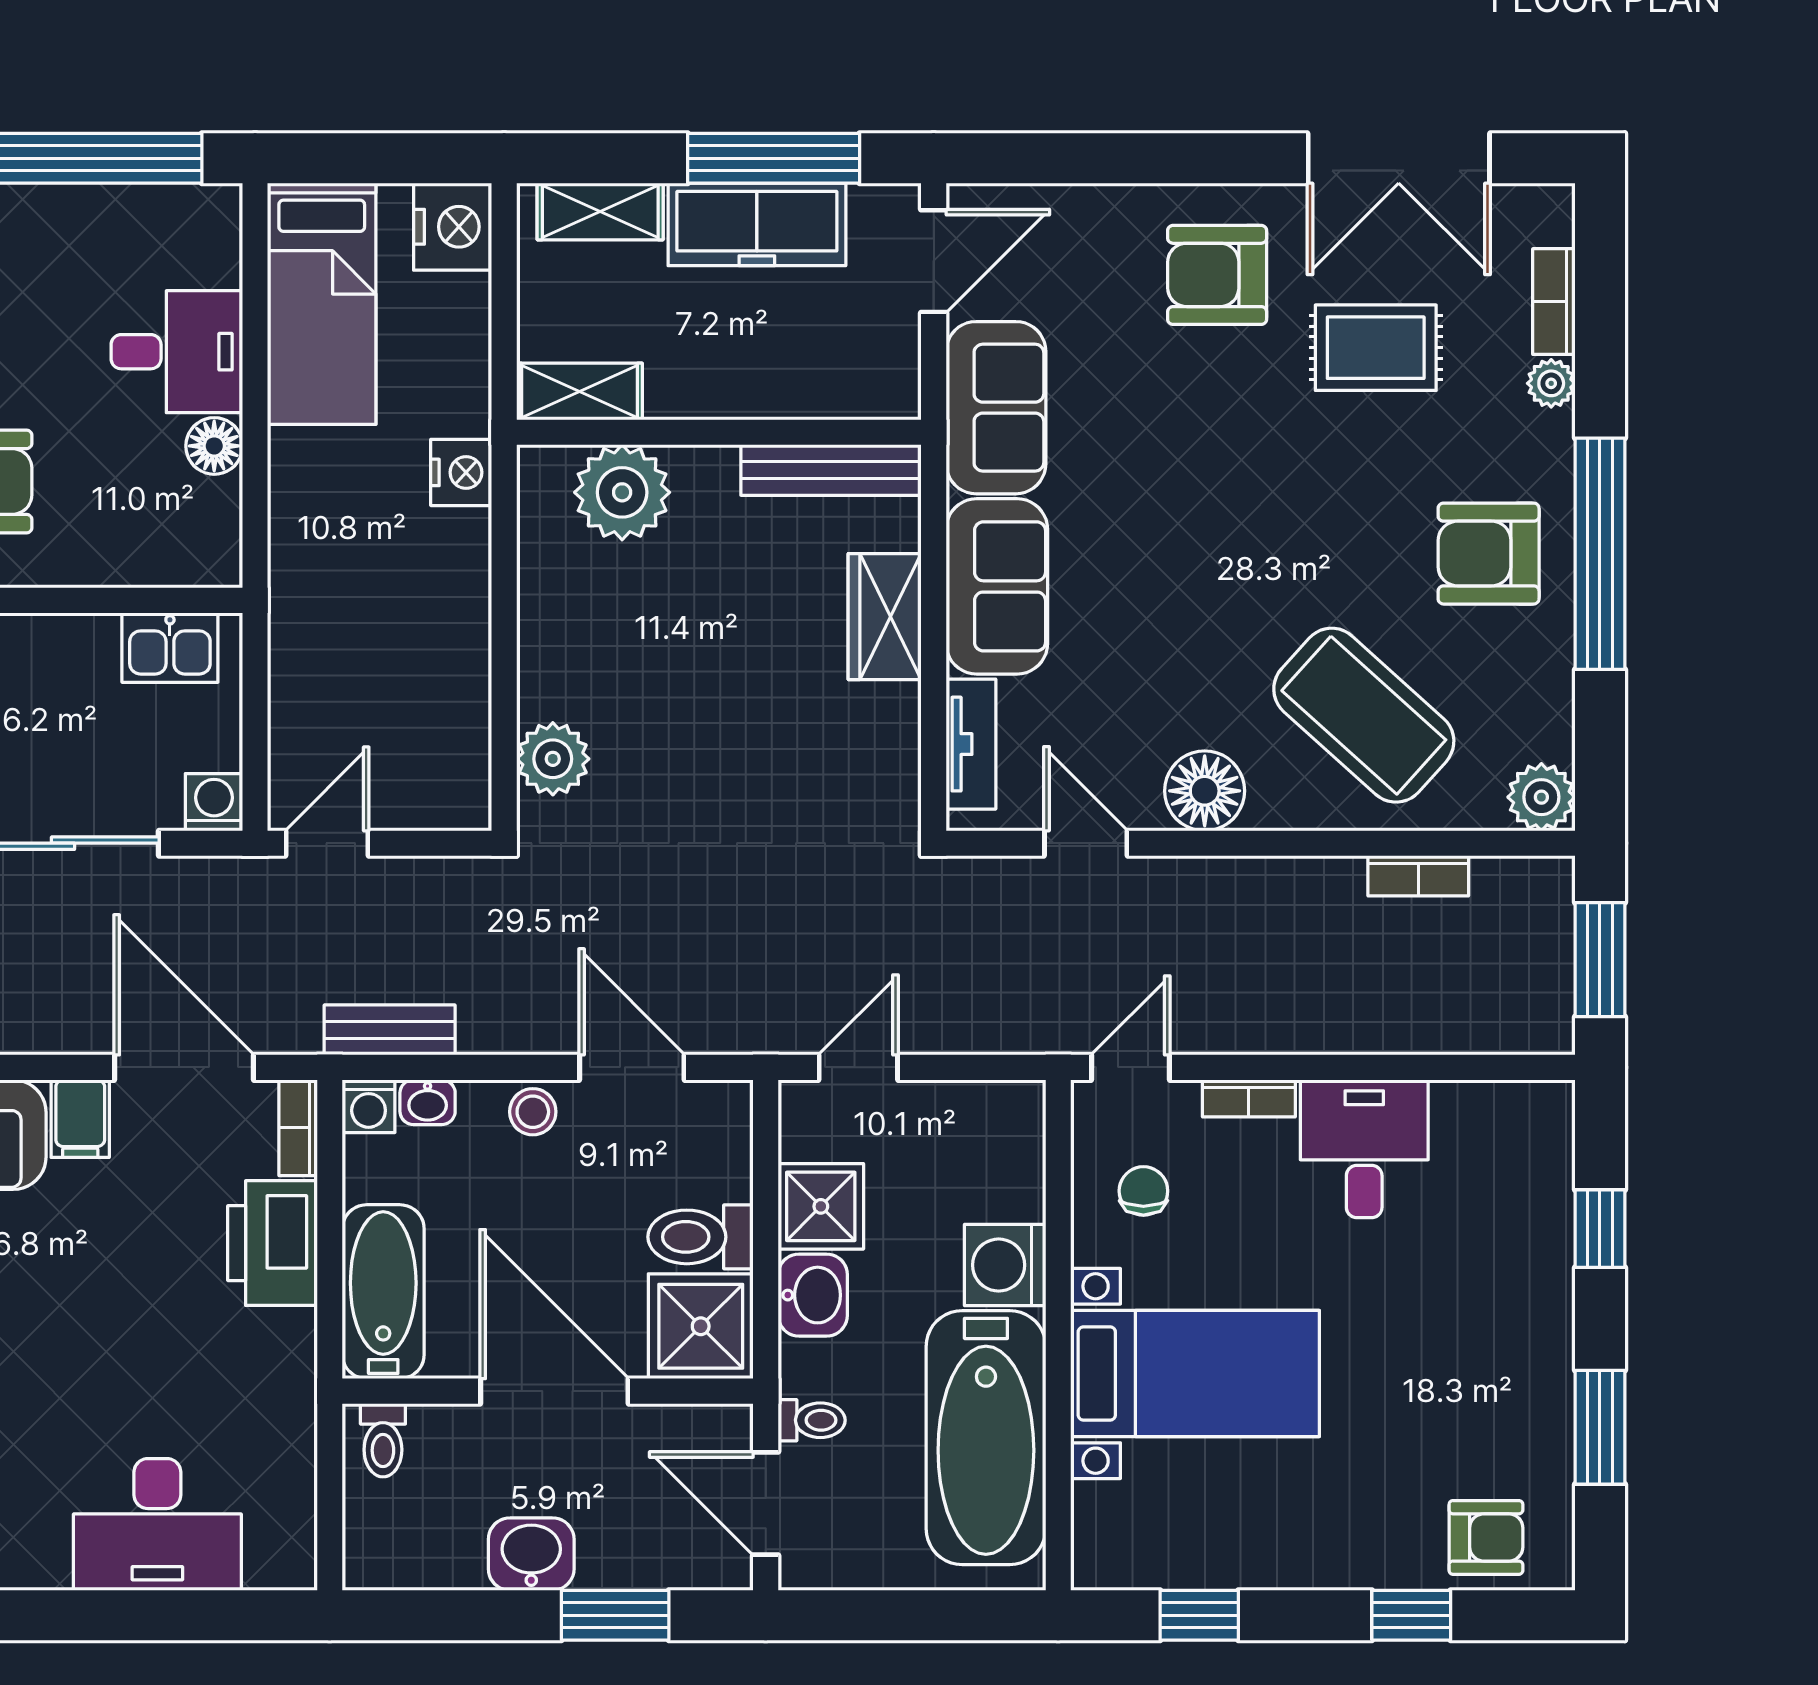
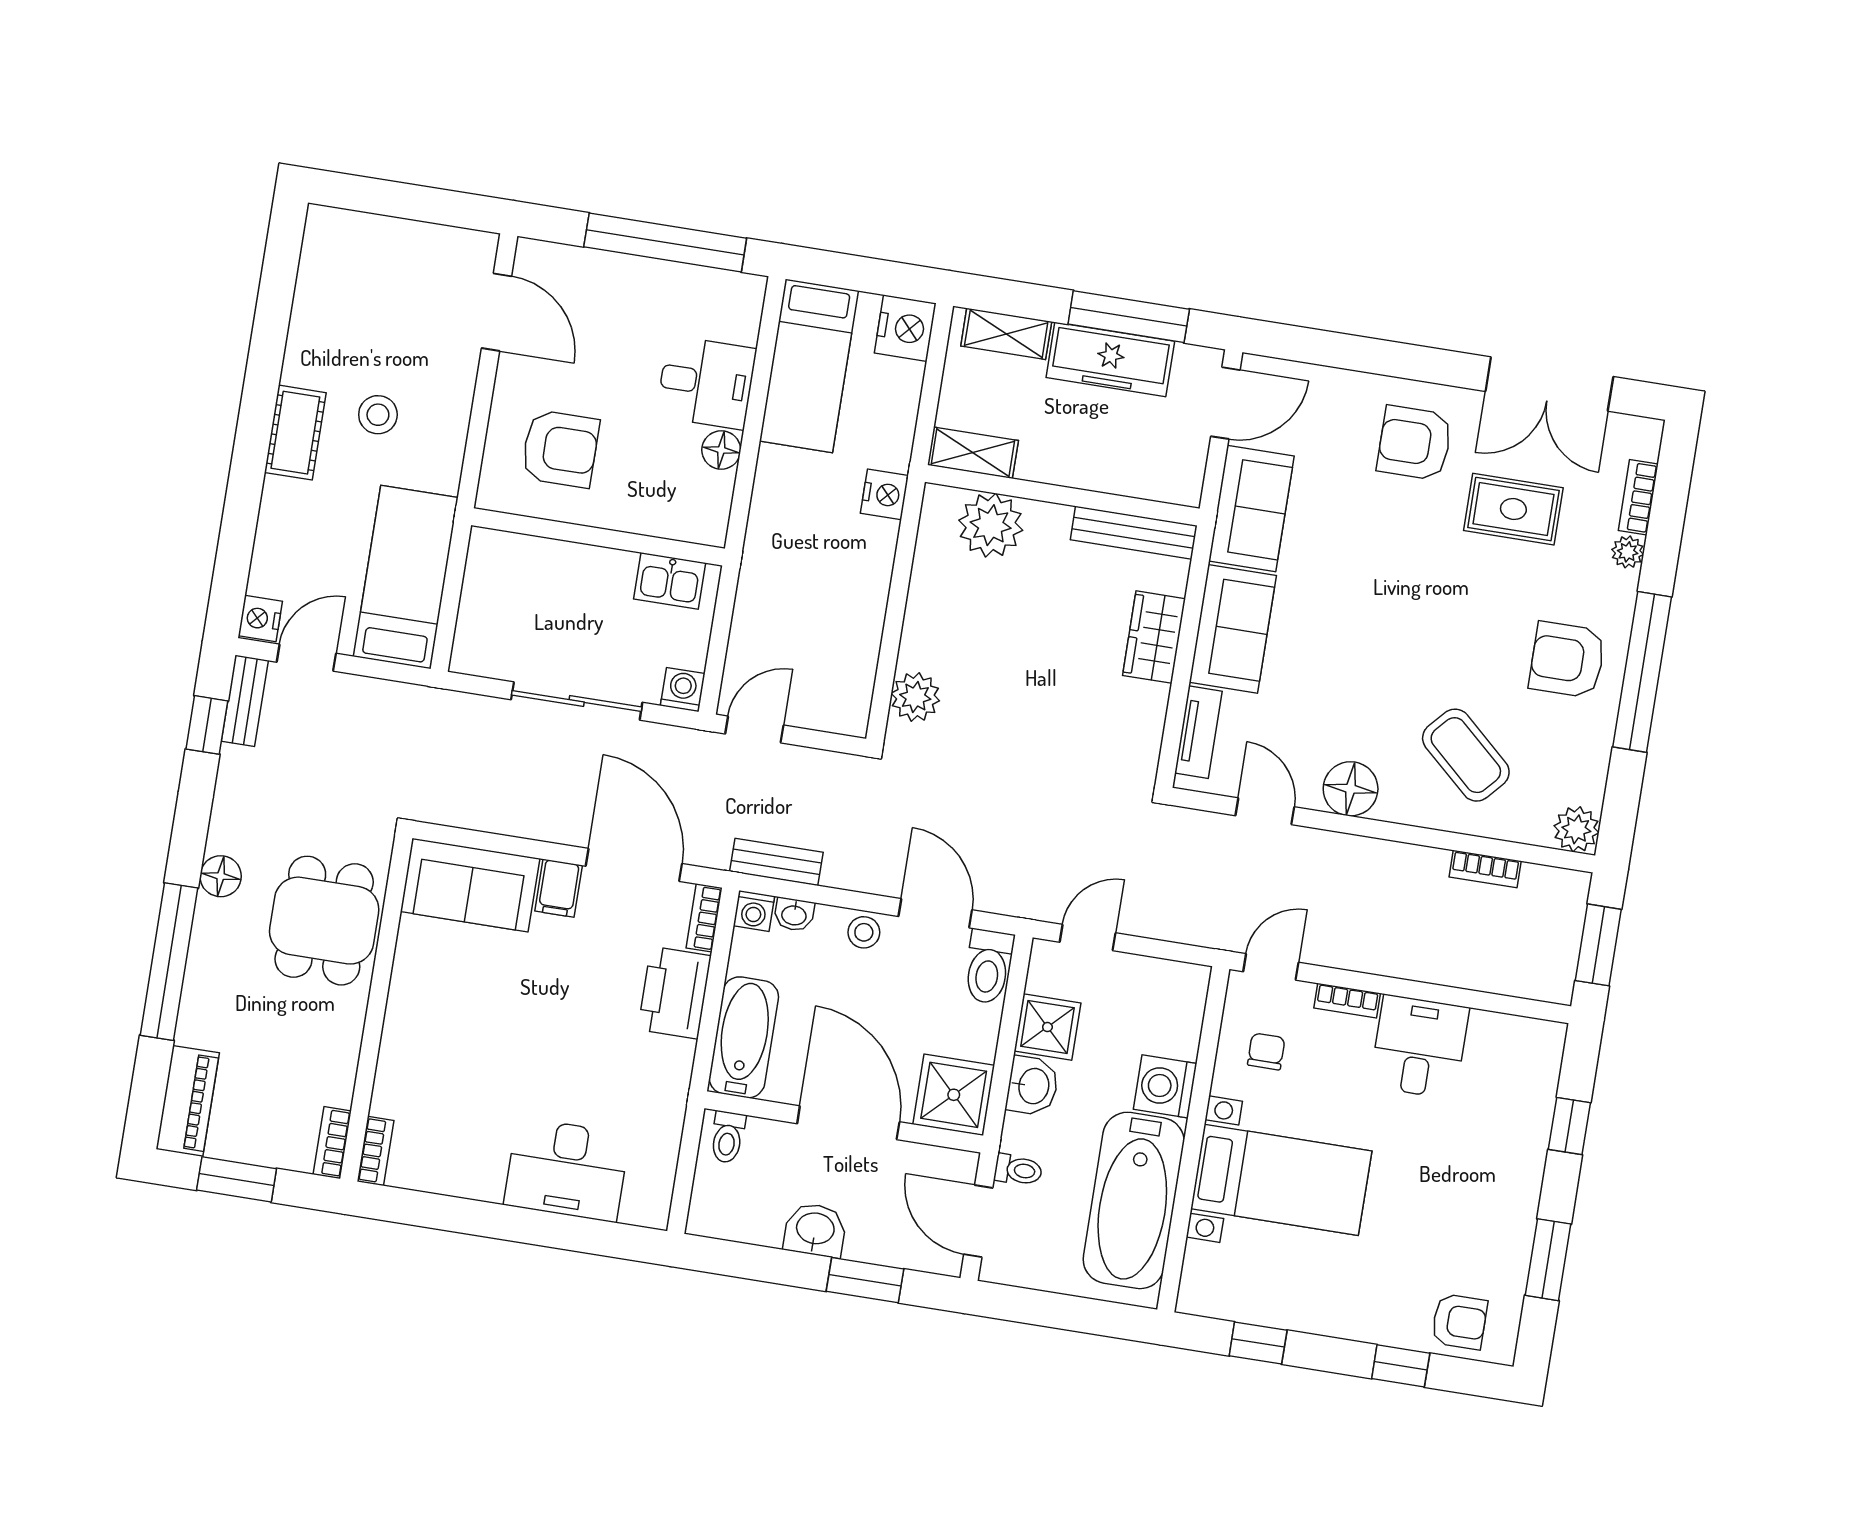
coffee table: (1364, 715) -> (1466, 755), width x0.73, depth x0.76
toilet: (700, 1237) -> (988, 967), moved, turned -90

